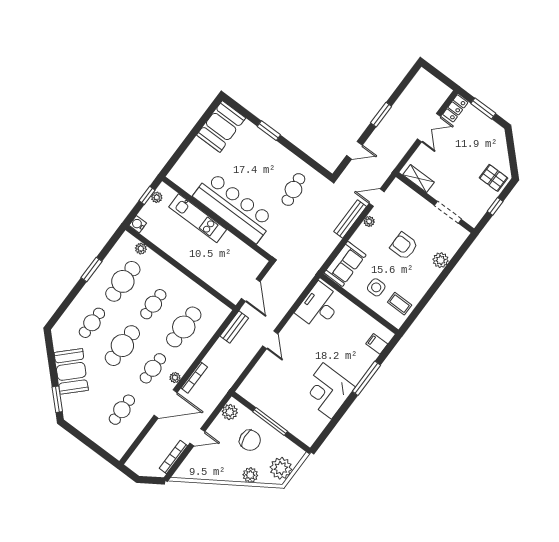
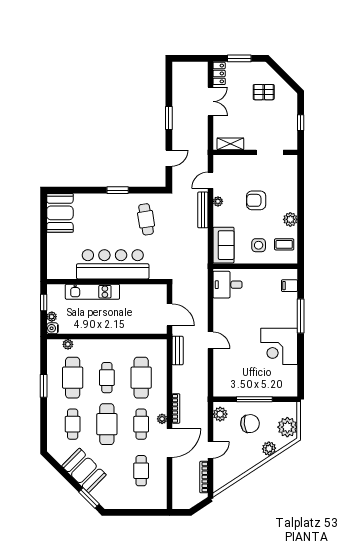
window: (269, 131) -> (118, 190), moved
pallet: (493, 178) -> (264, 92), moved
plant: (157, 197) -> (52, 317), moved
plant: (441, 260) -> (290, 219), moved
desk: (319, 306) -> (228, 285), width x0.73

